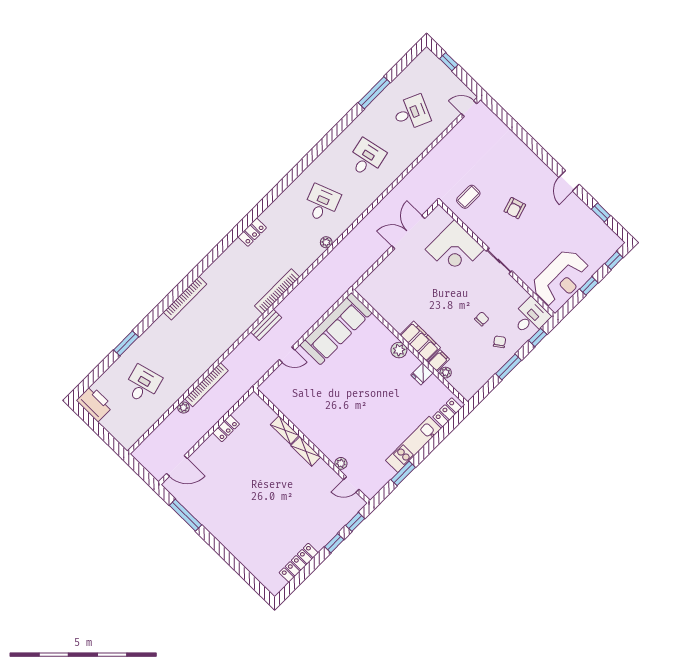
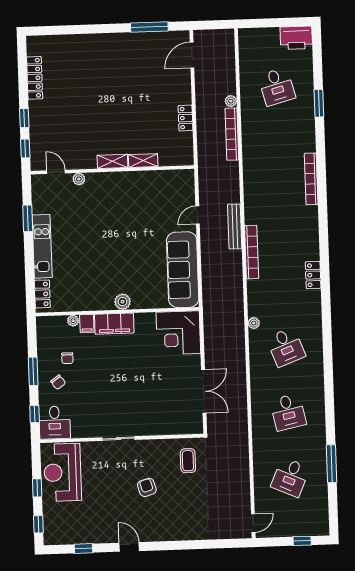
corner desk: (455, 249) -> (178, 333), moved, turned -90
chair: (482, 319) -> (67, 358), moved
bench: (266, 325) -> (235, 227), width x1.36
fridge: (422, 374) -> (89, 302), removed
door: (351, 484) -> (56, 172), hinge flipped

